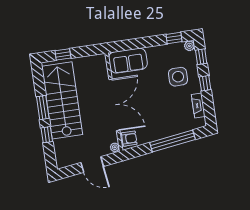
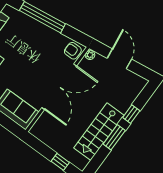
stairs: (62, 100) -> (99, 132), width x0.73, depth x0.66
double door: (114, 105) -> (59, 87), swing flipped

